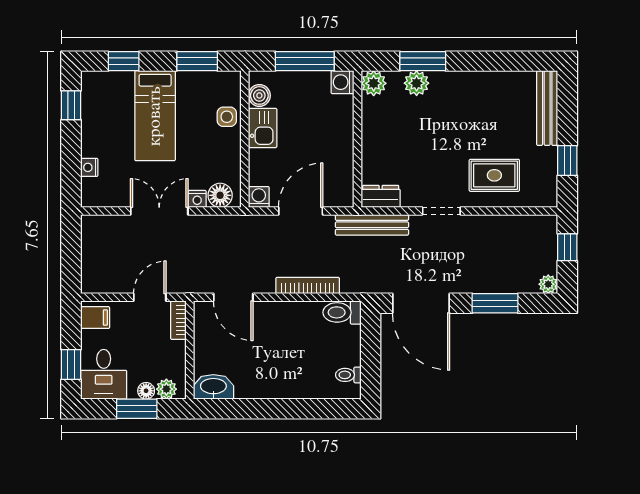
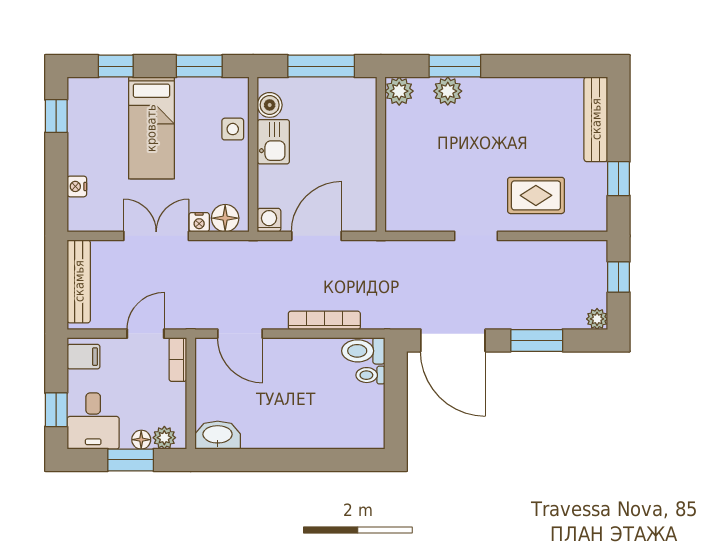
washing machine: (342, 82) -> (364, 90), removed
dresser: (381, 196) -> (407, 219), removed
bench: (372, 225) -> (79, 281), moved, turned 90
toilet: (348, 375) -> (370, 375), moved

